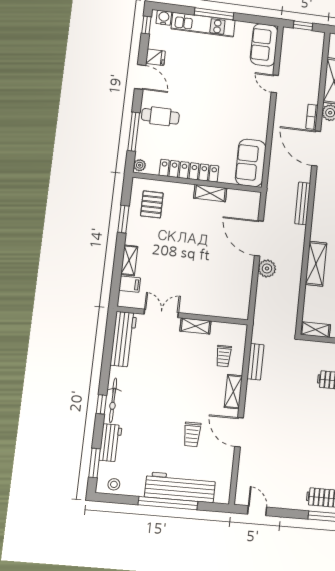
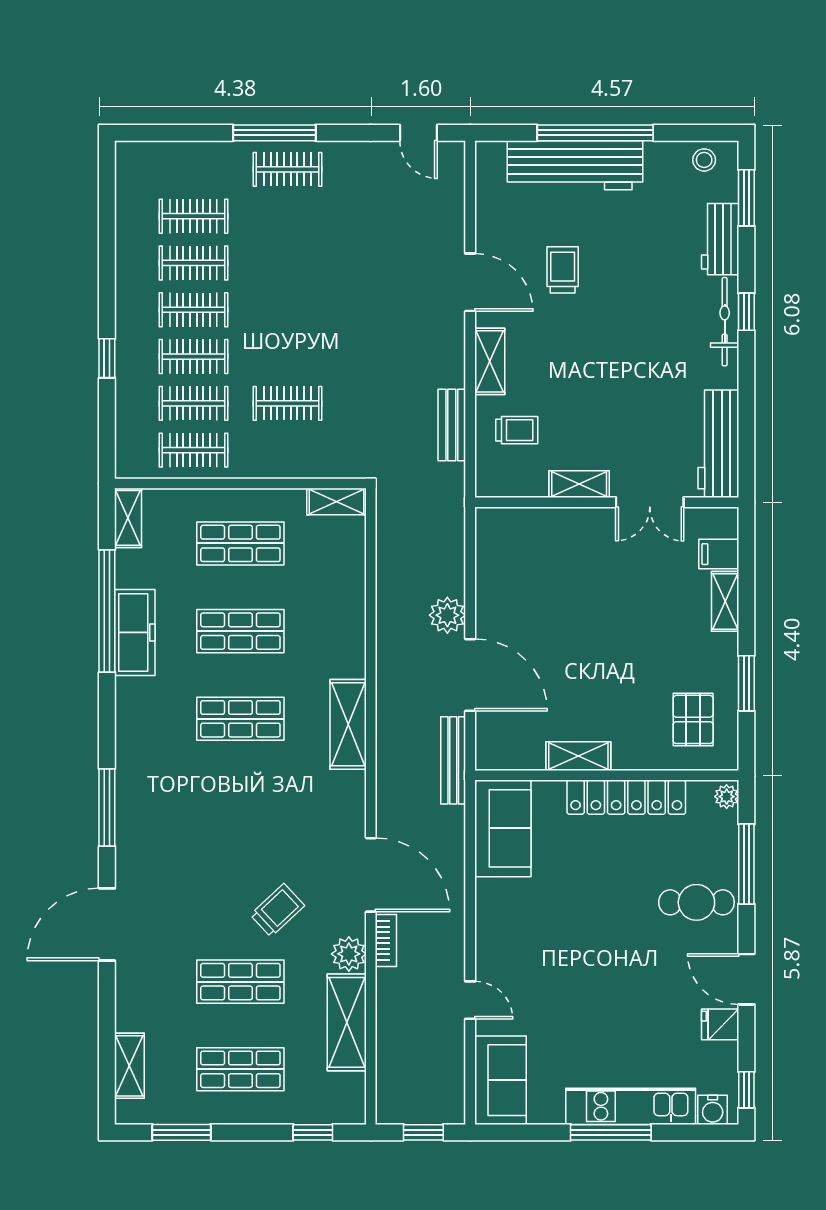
bench: (303, 203) -> (453, 760), moved
shelving: (316, 264) -> (348, 724), moved
trolley: (224, 356) -> (517, 430), turned 90

